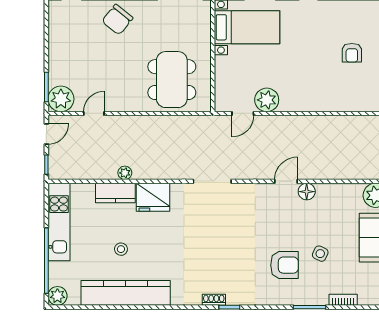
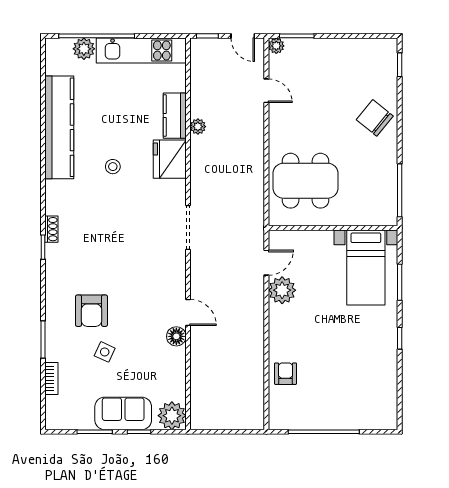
armchair: (352, 53) -> (285, 374), moved, turned 90
plant: (61, 99) -> (276, 46), width x0.53, depth x0.53
door: (243, 113) -> (266, 263), swing flipped
stool: (121, 249) -> (113, 167), moved
plant: (57, 296) -> (84, 49), moved

